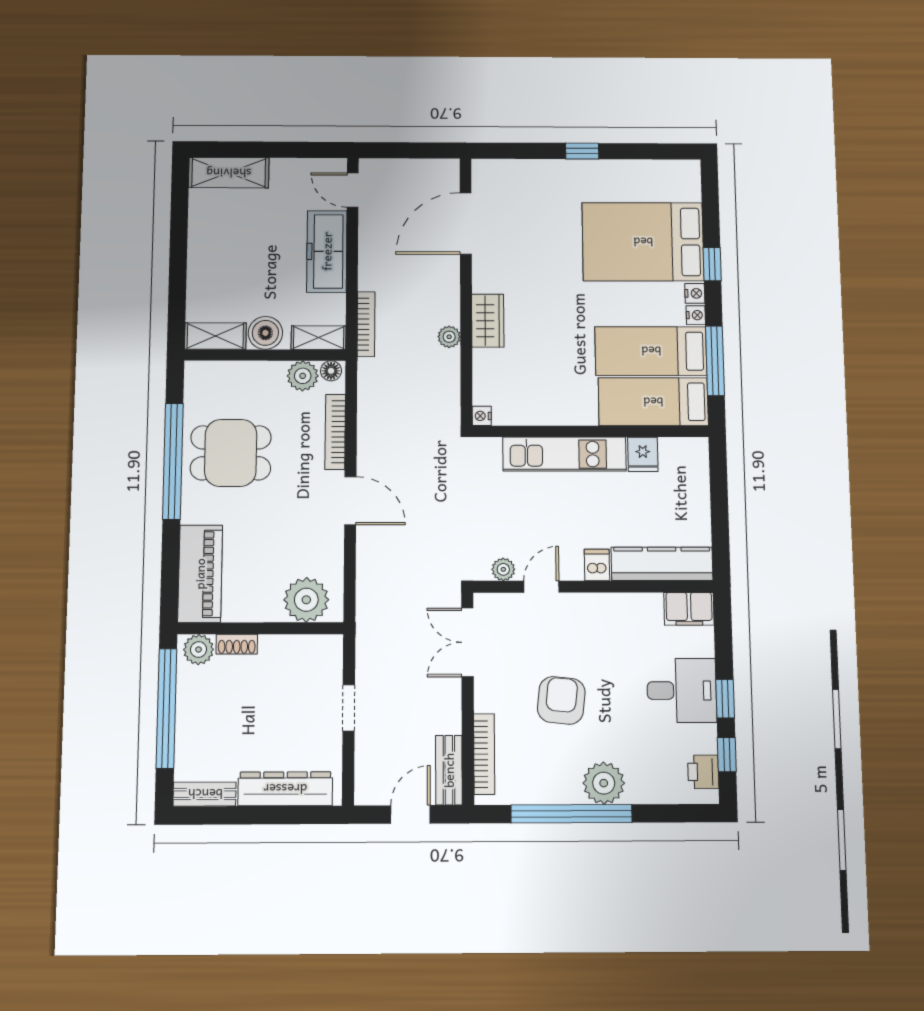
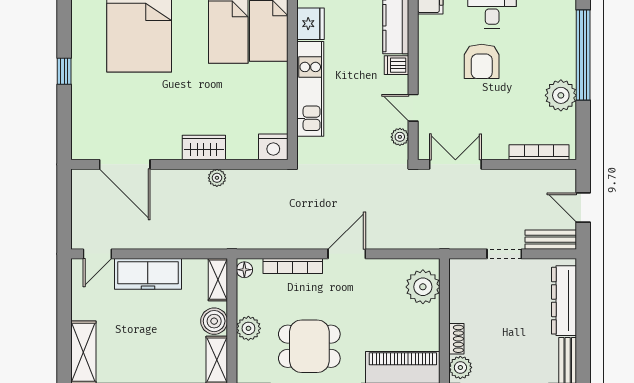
bookcase: (366, 324) -> (207, 243), removed
plant: (303, 376) -> (248, 328), moved
nightstand: (482, 416) -> (273, 147), width x1.89, depth x1.79
dining table: (231, 453) -> (309, 346), turned 90
fridge: (643, 454) -> (310, 24), width x1.38
double door: (467, 642) -> (455, 164), swing flipped
armchair: (561, 700) -> (482, 61), moved, turned -96
bench: (449, 770) -> (551, 240), moved
plant: (604, 783) -> (561, 95), moved
window: (572, 814) -> (583, 55), moved

